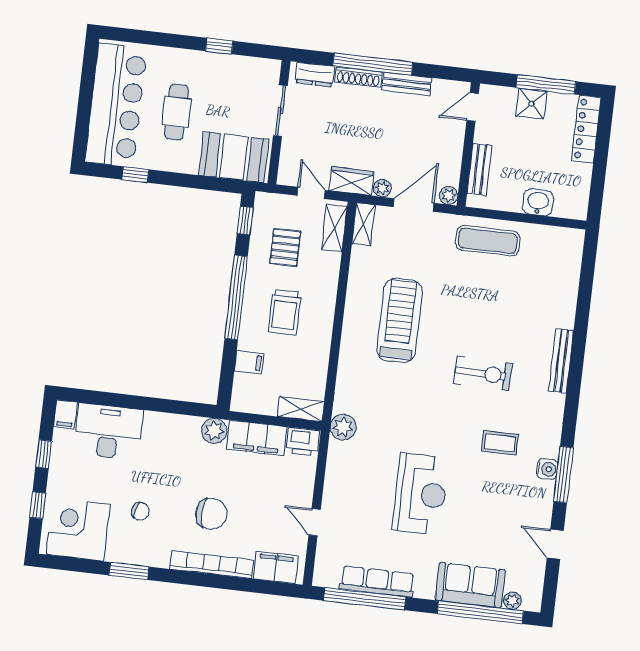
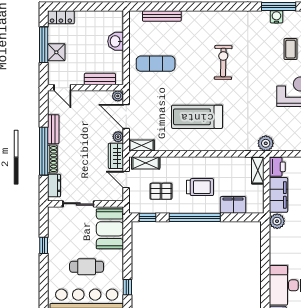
locker: (586, 129) -> (61, 17), width x0.66
door: (311, 193) -> (126, 179), hinge flipped
exercise mat: (488, 241) -> (156, 64), moved, turned 90
bench: (561, 361) -> (162, 16), moved
filing cabinet: (249, 362) -> (233, 205), width x2.00
coffee table: (500, 443) -> (291, 49), moved

